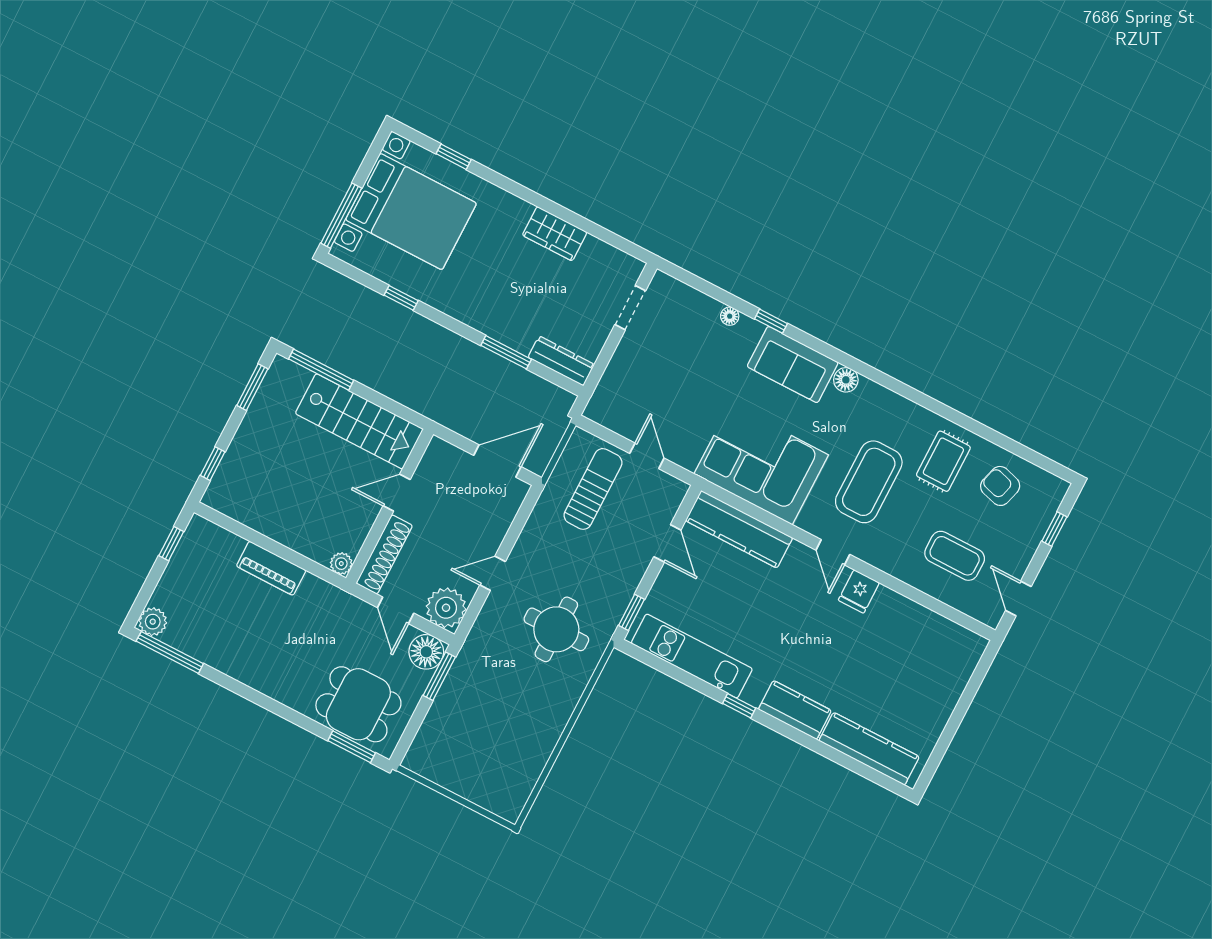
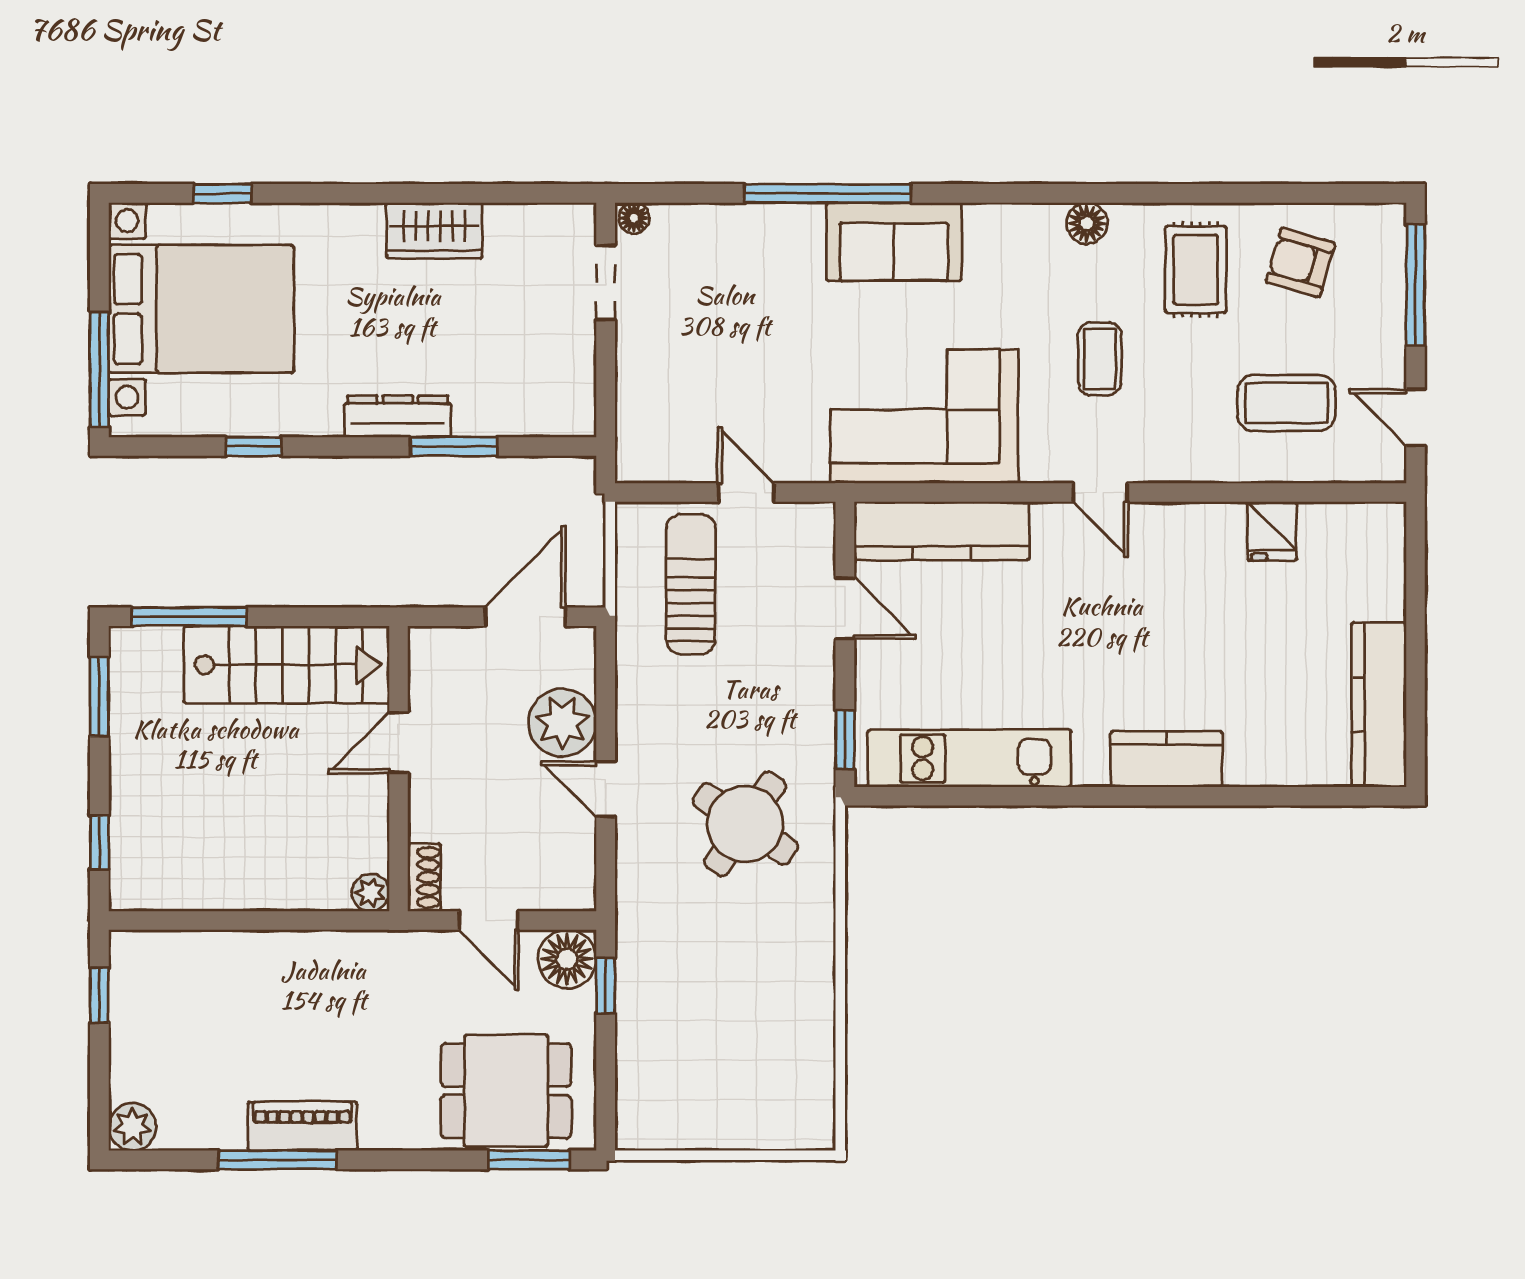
floor lamp: (730, 316) -> (634, 218), moved
window: (771, 321) -> (828, 193), width x3.17
dresser: (561, 361) -> (398, 417), moved
floor lamp: (846, 380) -> (1087, 223), moved
coffee table: (869, 482) -> (1100, 359), width x0.54, depth x0.58
window: (1054, 529) -> (1416, 285), width x2.17
shoe rack: (384, 554) -> (424, 877), width x0.51, depth x0.81
piano: (271, 568) -> (302, 1126), moved, turned 180
door: (493, 573) -> (606, 789), hinge flipped
fridge: (859, 591) -> (1272, 531), moved
plant: (446, 608) -> (562, 723), moved
round table: (556, 629) -> (745, 824), turned 34
window: (170, 652) -> (277, 1160), moved
window: (439, 676) -> (606, 986), width x0.67
window: (739, 706) -> (1079, 796), removed
kitchen counter: (869, 749) -> (1379, 705), moved, turned -90

